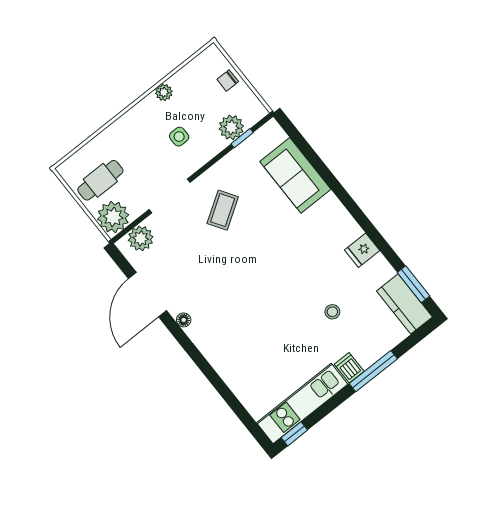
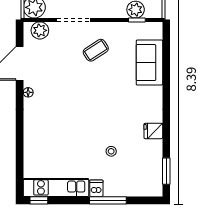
kitchen counter: (405, 304) -> (153, 178), removed

